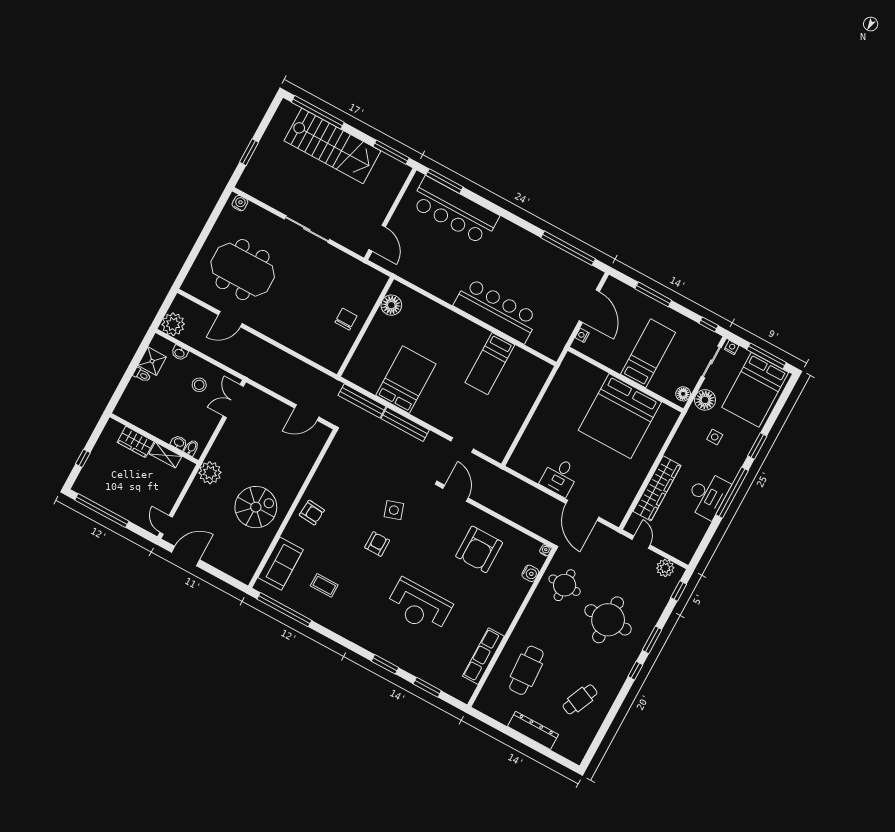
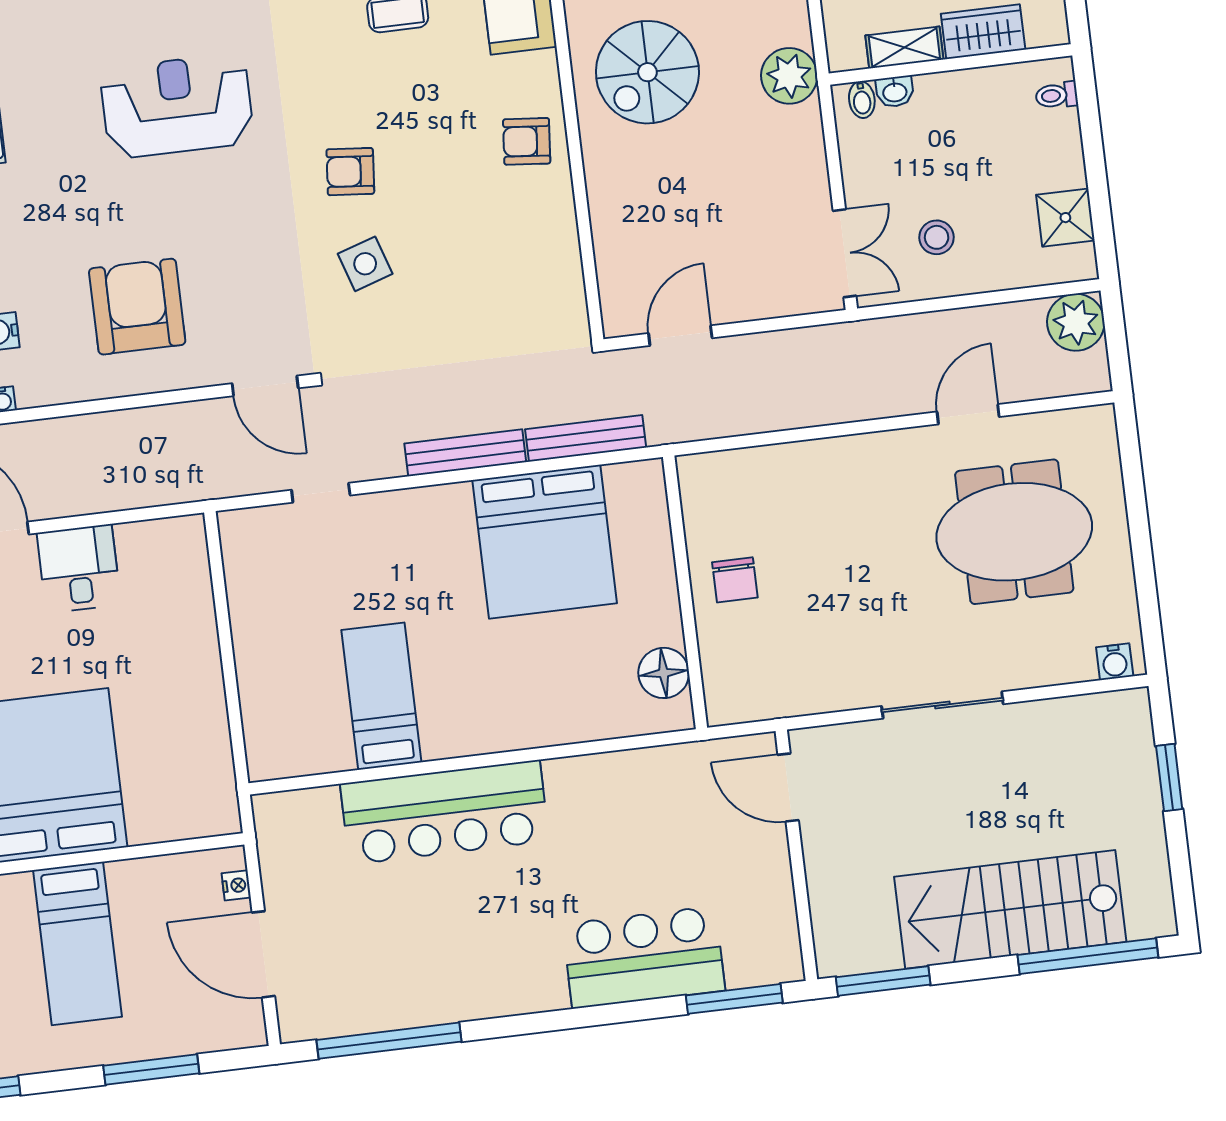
bar counter: (455, 211) -> (644, 957), width x0.73
washbasin: (180, 353) -> (1022, 274), removed
toilet: (142, 375) -> (1057, 95), moved
bed: (406, 380) -> (545, 542), width x1.36
armchair: (377, 544) -> (350, 172), turned 95

